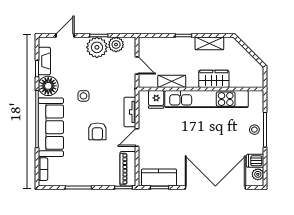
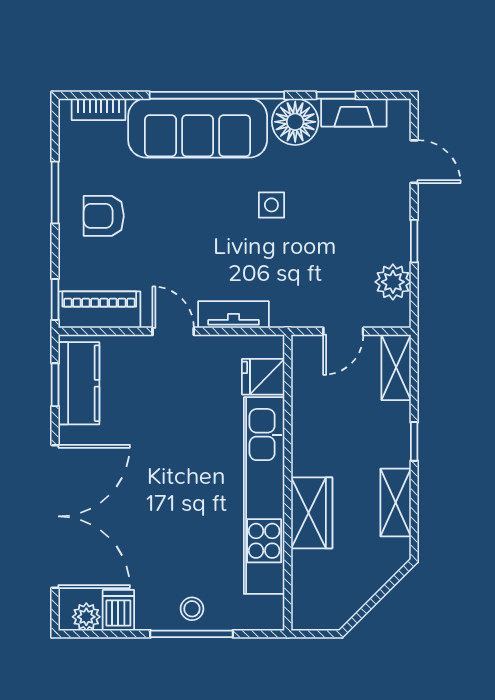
plant: (97, 47) -> (386, 237), removed
shelving: (172, 81) -> (396, 367), moved
armchair: (97, 131) -> (104, 216), moved

